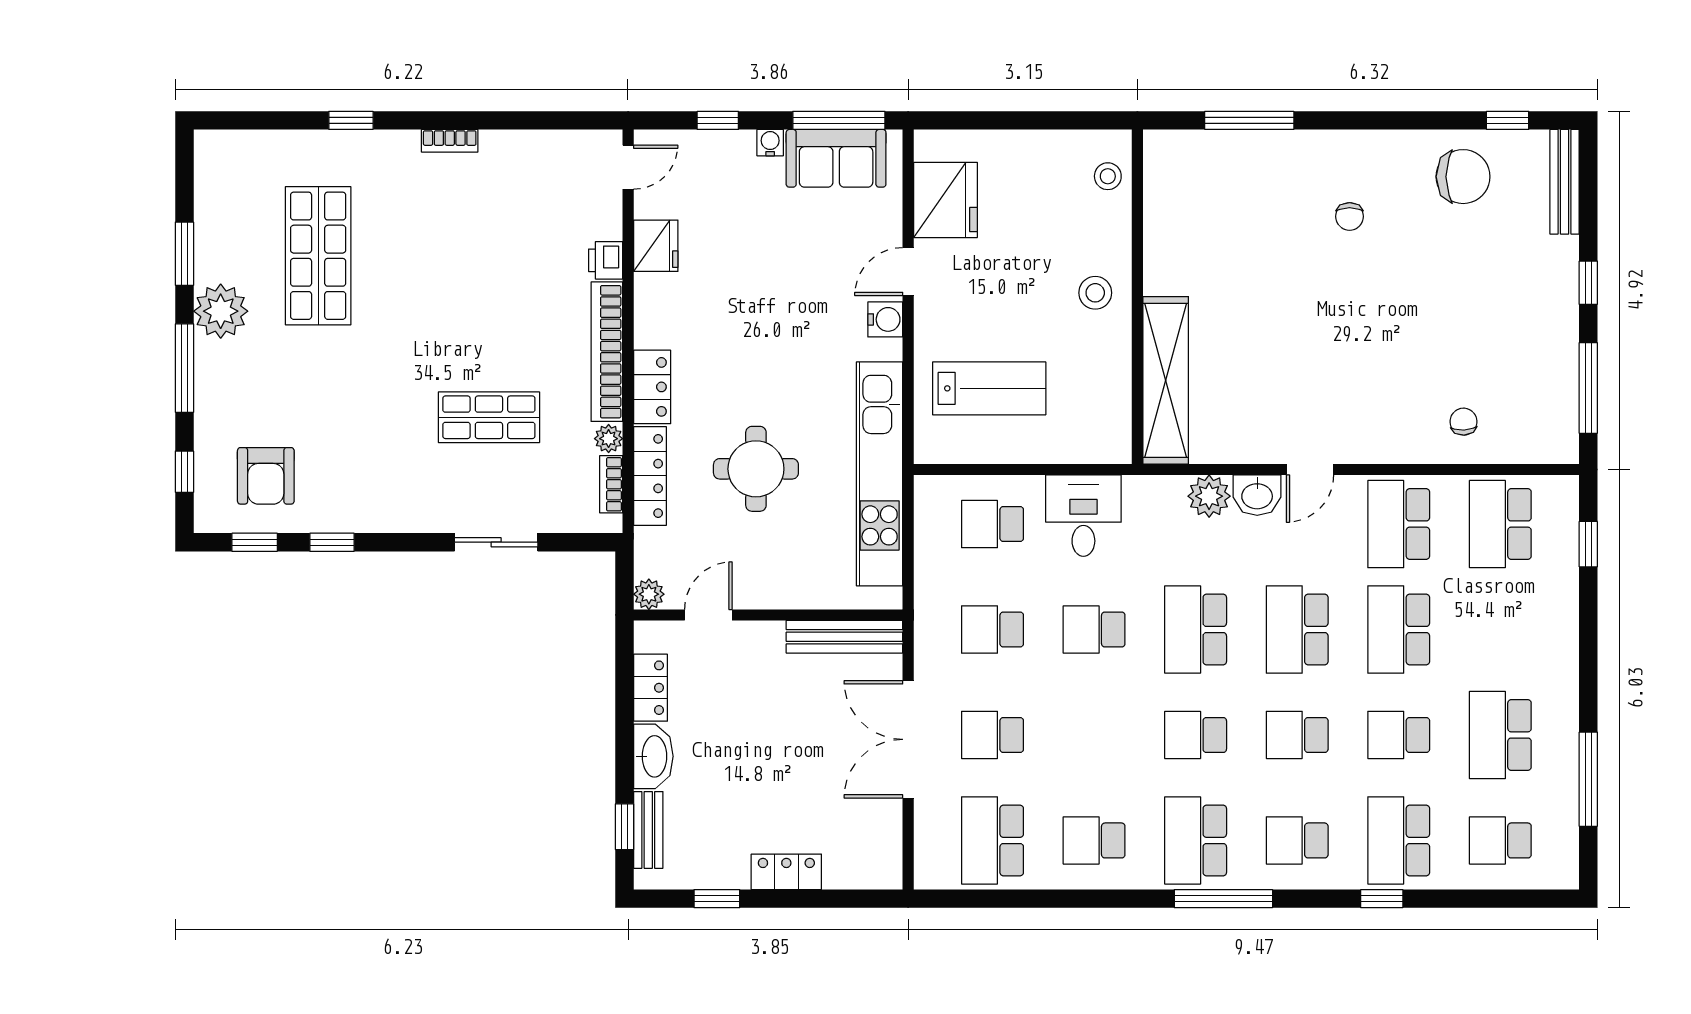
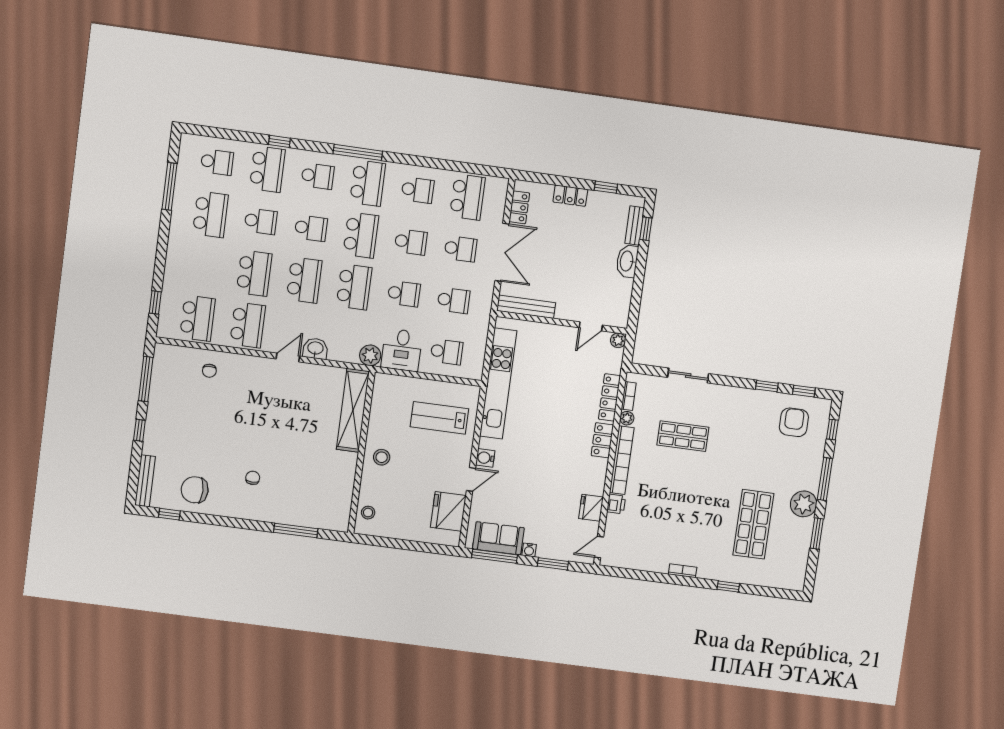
window: (718, 120) -> (553, 564), width x1.50
round table: (756, 469) -> (558, 394), removed
plant: (1209, 496) -> (370, 355), moved
locker: (651, 688) -> (519, 207), moved, turned 180
school desk: (1094, 735) -> (411, 242), added
school desk: (1196, 735) -> (361, 235), width x1.85

